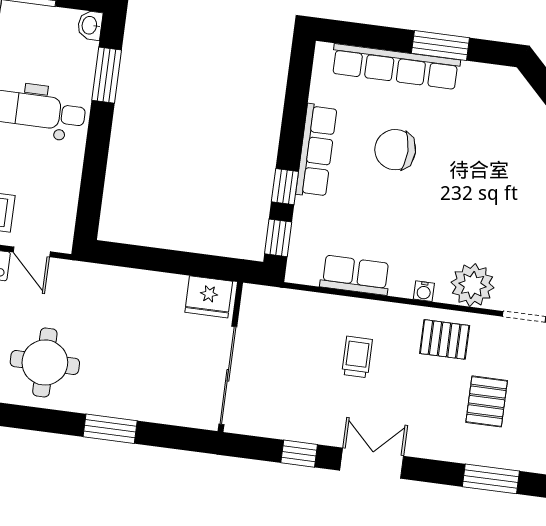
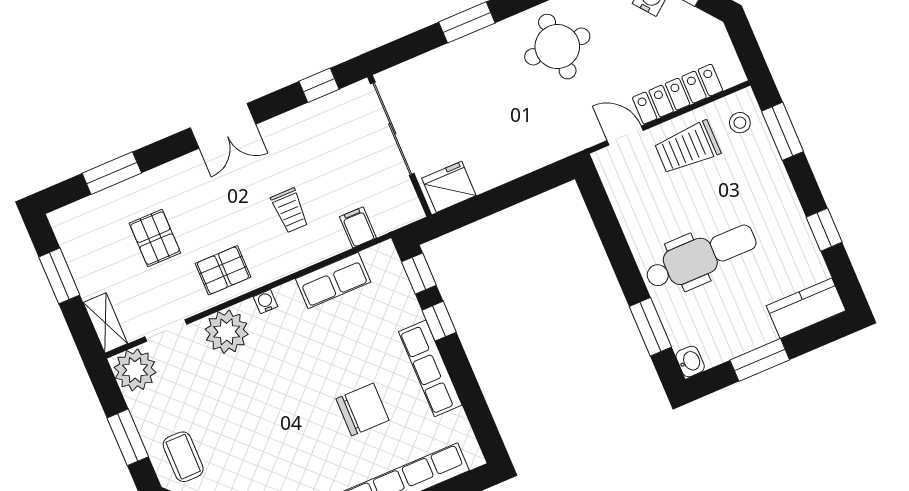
filing cabinet: (307, 308) -> (358, 227), added
window: (299, 454) -> (319, 85), moved

